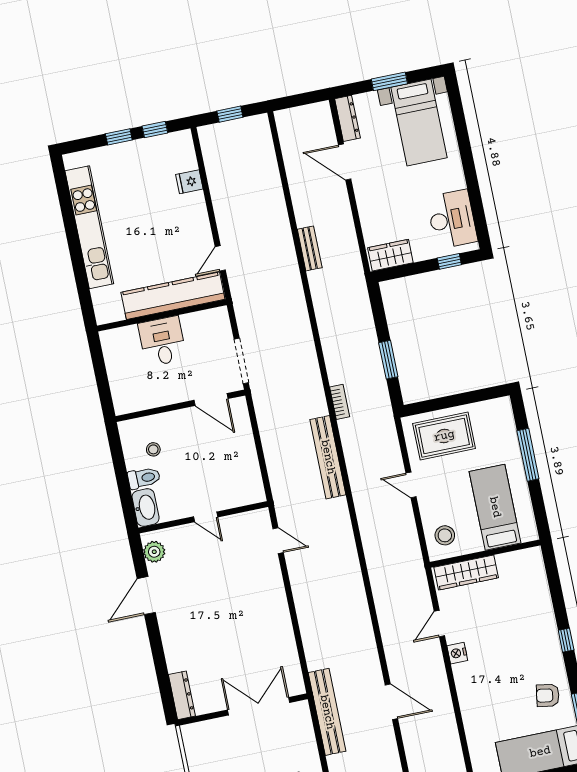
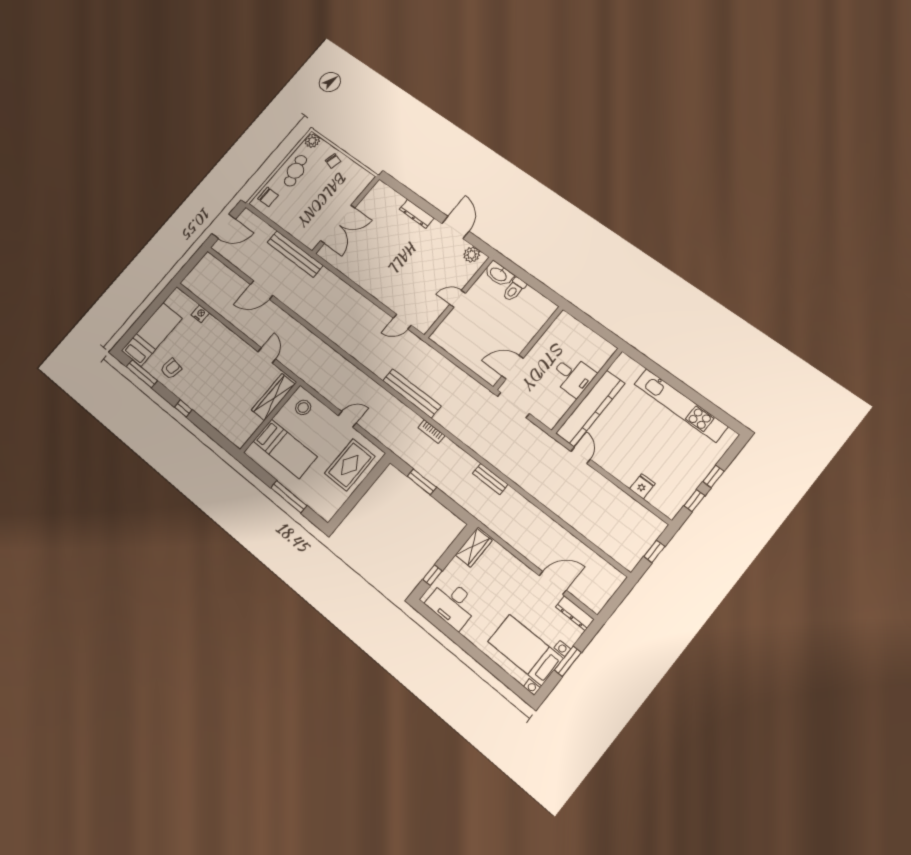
bench: (310, 248) -> (490, 479), moved
stool: (153, 449) -> (523, 310), removed
nightstand: (457, 653) -> (200, 314), moved
dresser: (182, 695) -> (417, 214), moved

